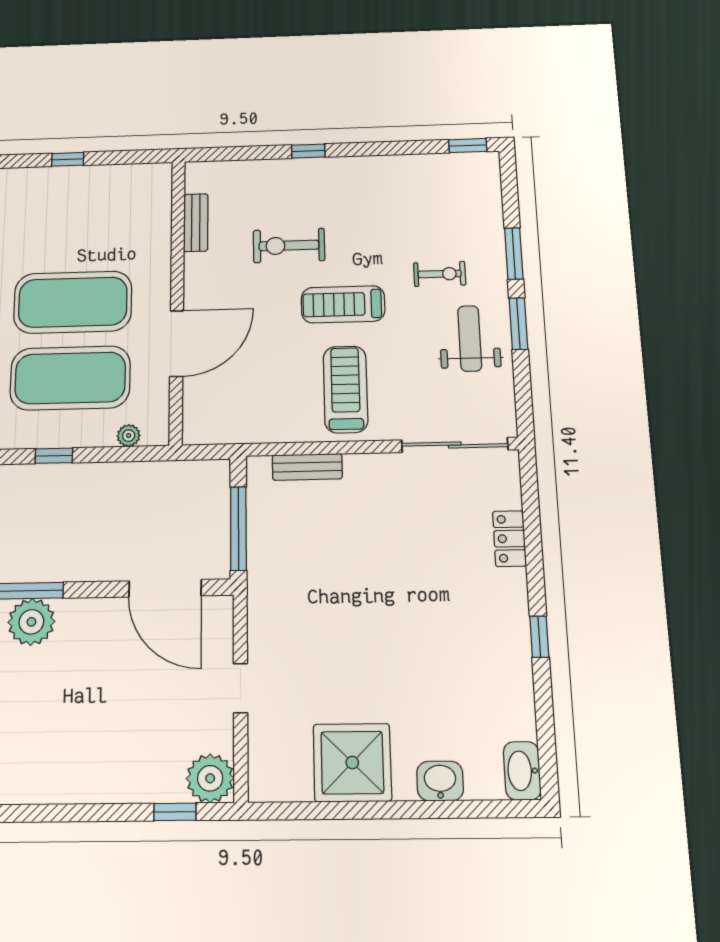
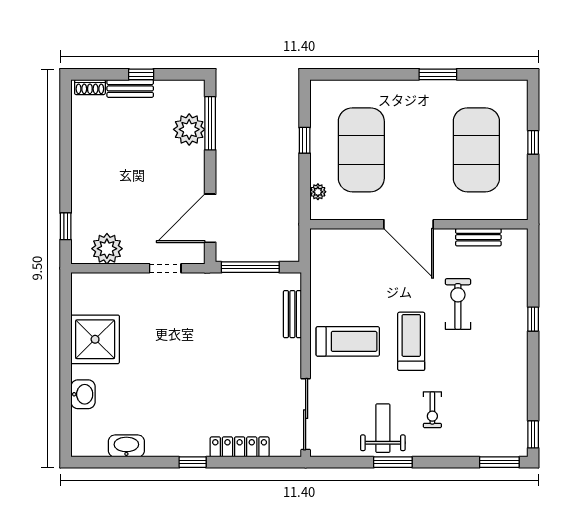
window: (514, 253) -> (499, 462), moved
exercise mat: (73, 302) -> (476, 150), moved
weight bench: (470, 338) -> (383, 428), turned -90
door: (177, 343) -> (409, 224), moved
locker: (509, 539) -> (240, 447), width x1.53
window: (539, 637) -> (193, 462), moved
doorway: (240, 688) -> (165, 268), moved
washbasin: (522, 771) -> (126, 446), moved
plant: (210, 778) -> (107, 249), moved

